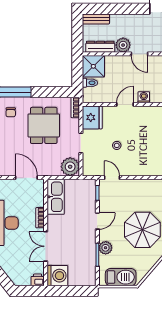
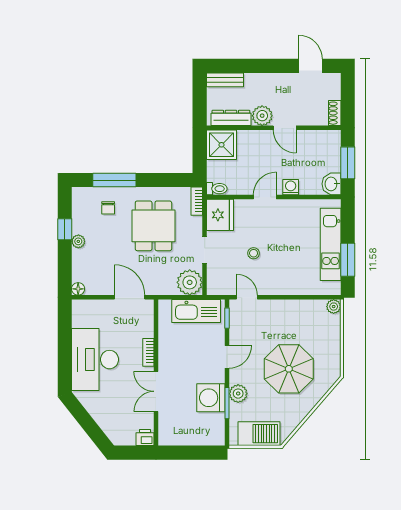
toilet: (90, 83) -> (217, 189), moved
kitchen sink: (56, 197) -> (196, 311), moved, turned 90
washing machine: (57, 276) -> (211, 398), moved, turned 180

